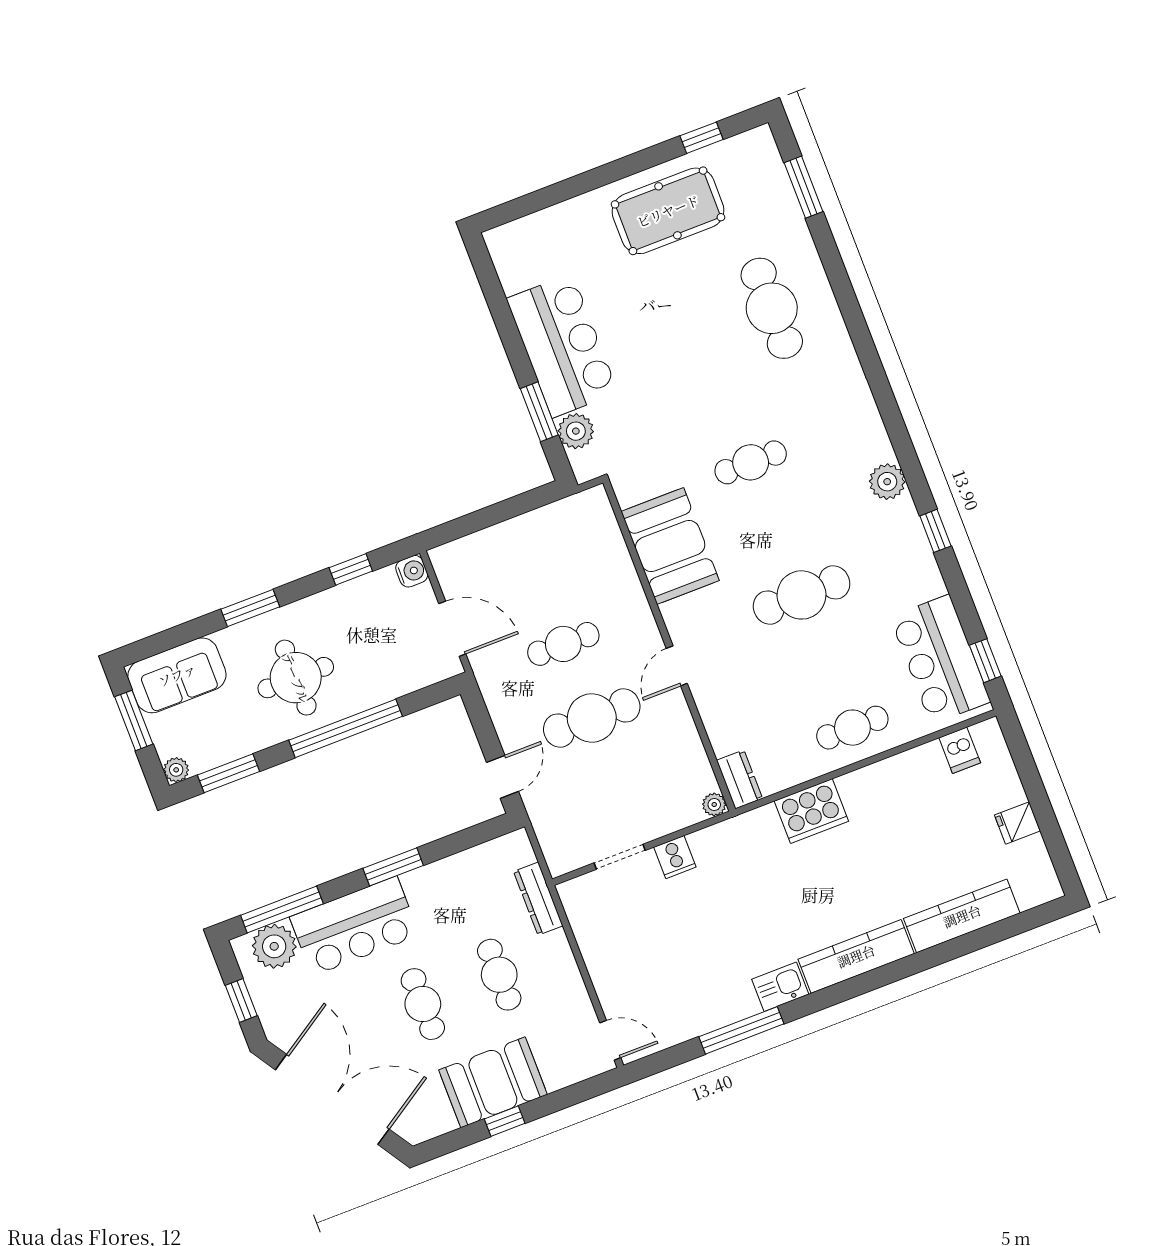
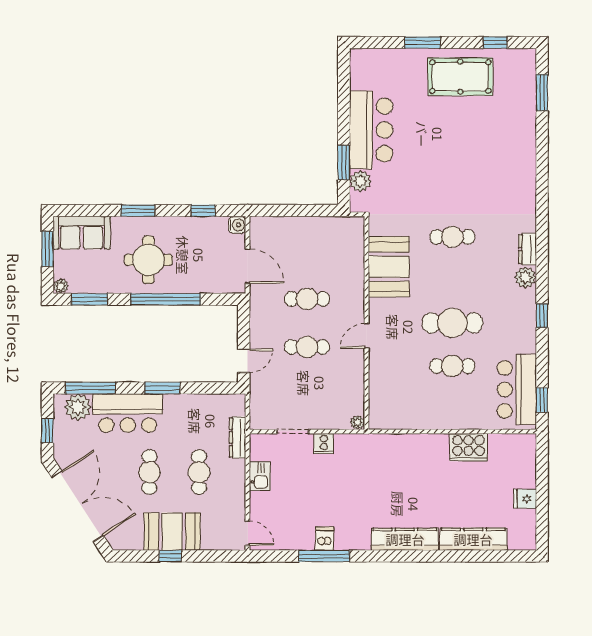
window: (590, 181) -> (422, 43), added
cafe table: (772, 308) -> (498, 154), removed
cafe table: (592, 718) -> (307, 347), width x0.73, depth x0.74
cafe table: (852, 728) -> (452, 366), moved
dishwasher: (960, 750) -> (325, 539), moved, turned 180
dresser: (740, 779) -> (527, 249), moved, turned 180
cooker: (811, 811) -> (468, 447), moved
kitchen sink: (780, 987) -> (260, 476), moved, turned 90

